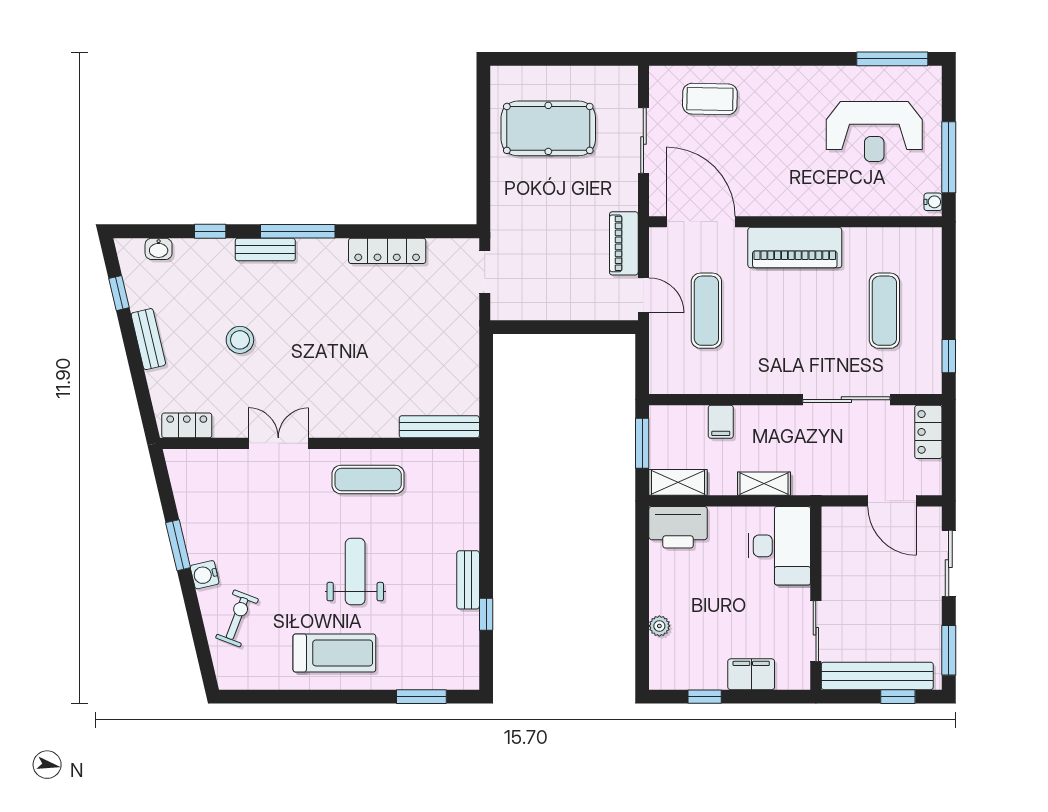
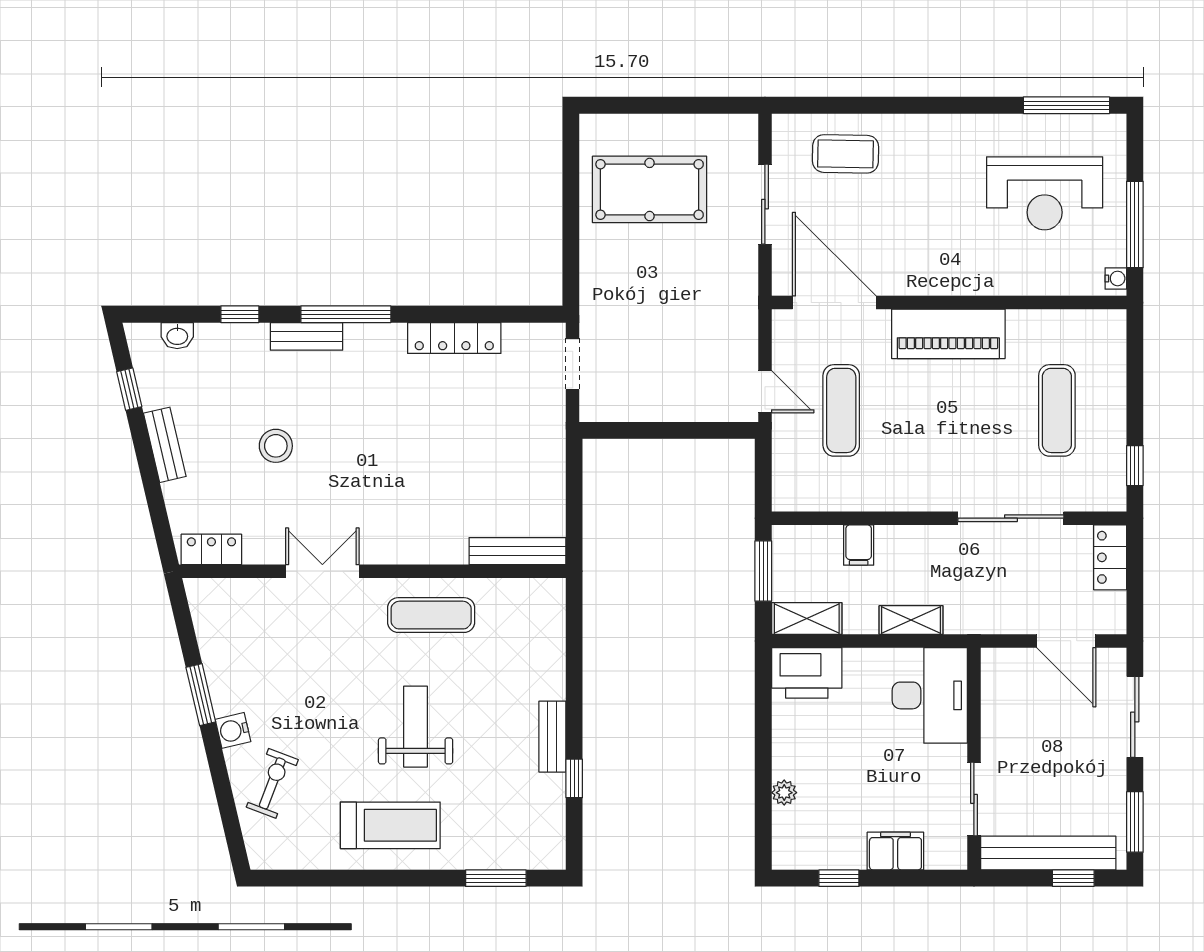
piano: (624, 243) -> (741, 329), removed

